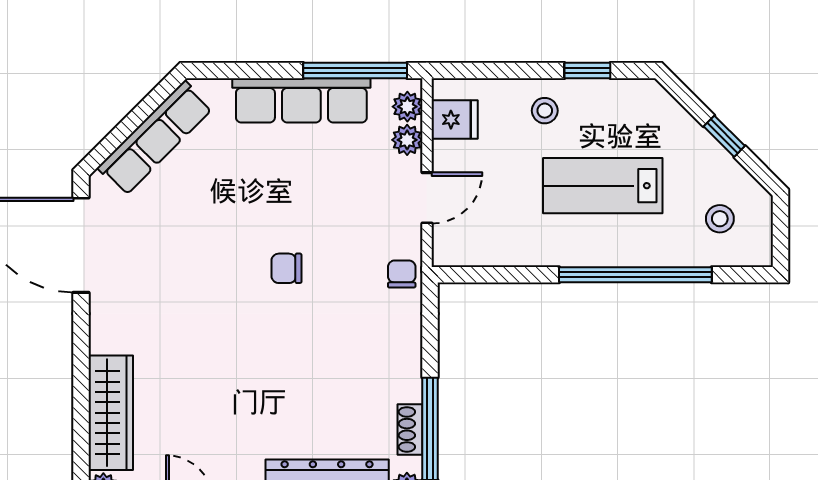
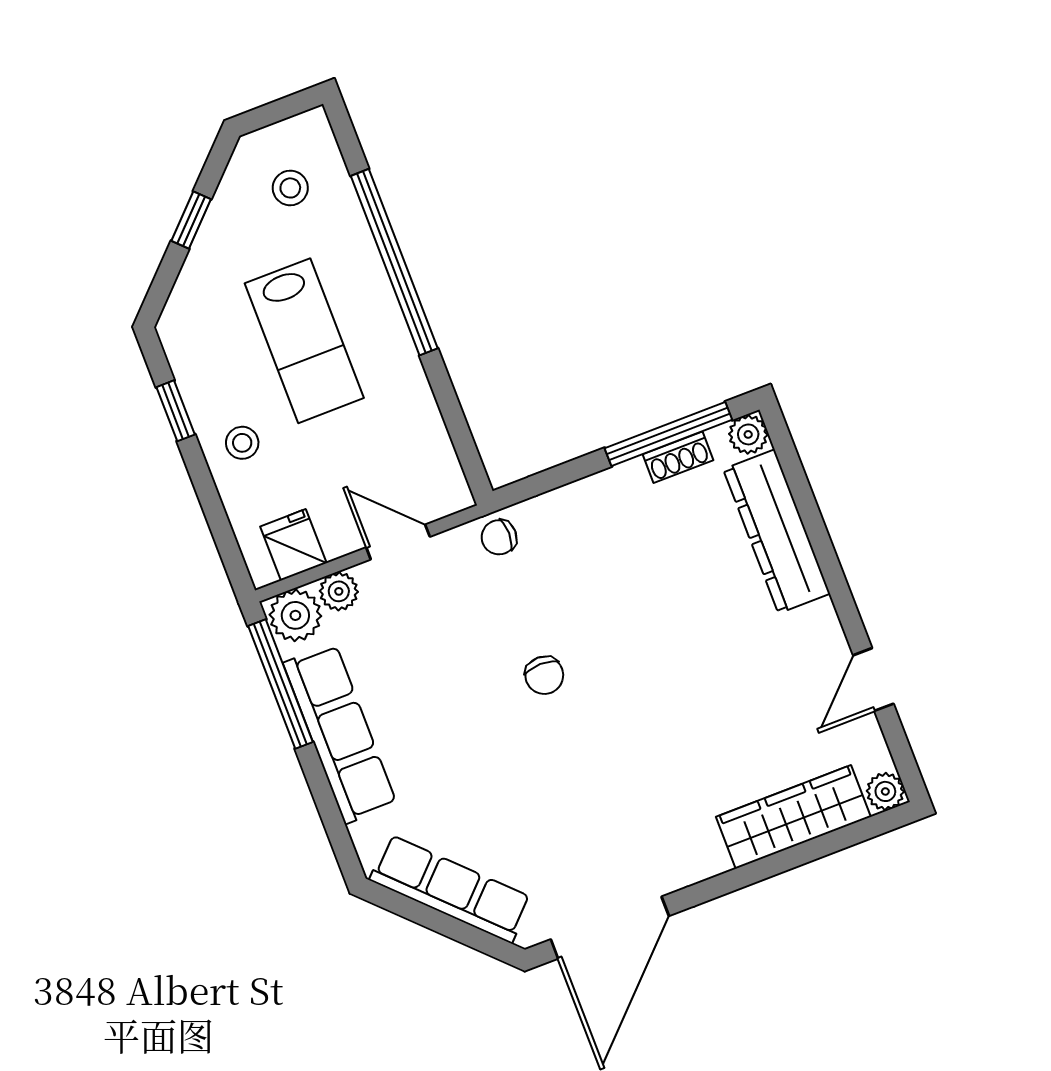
plant: (407, 107) -> (295, 615), width x1.38, depth x1.38

